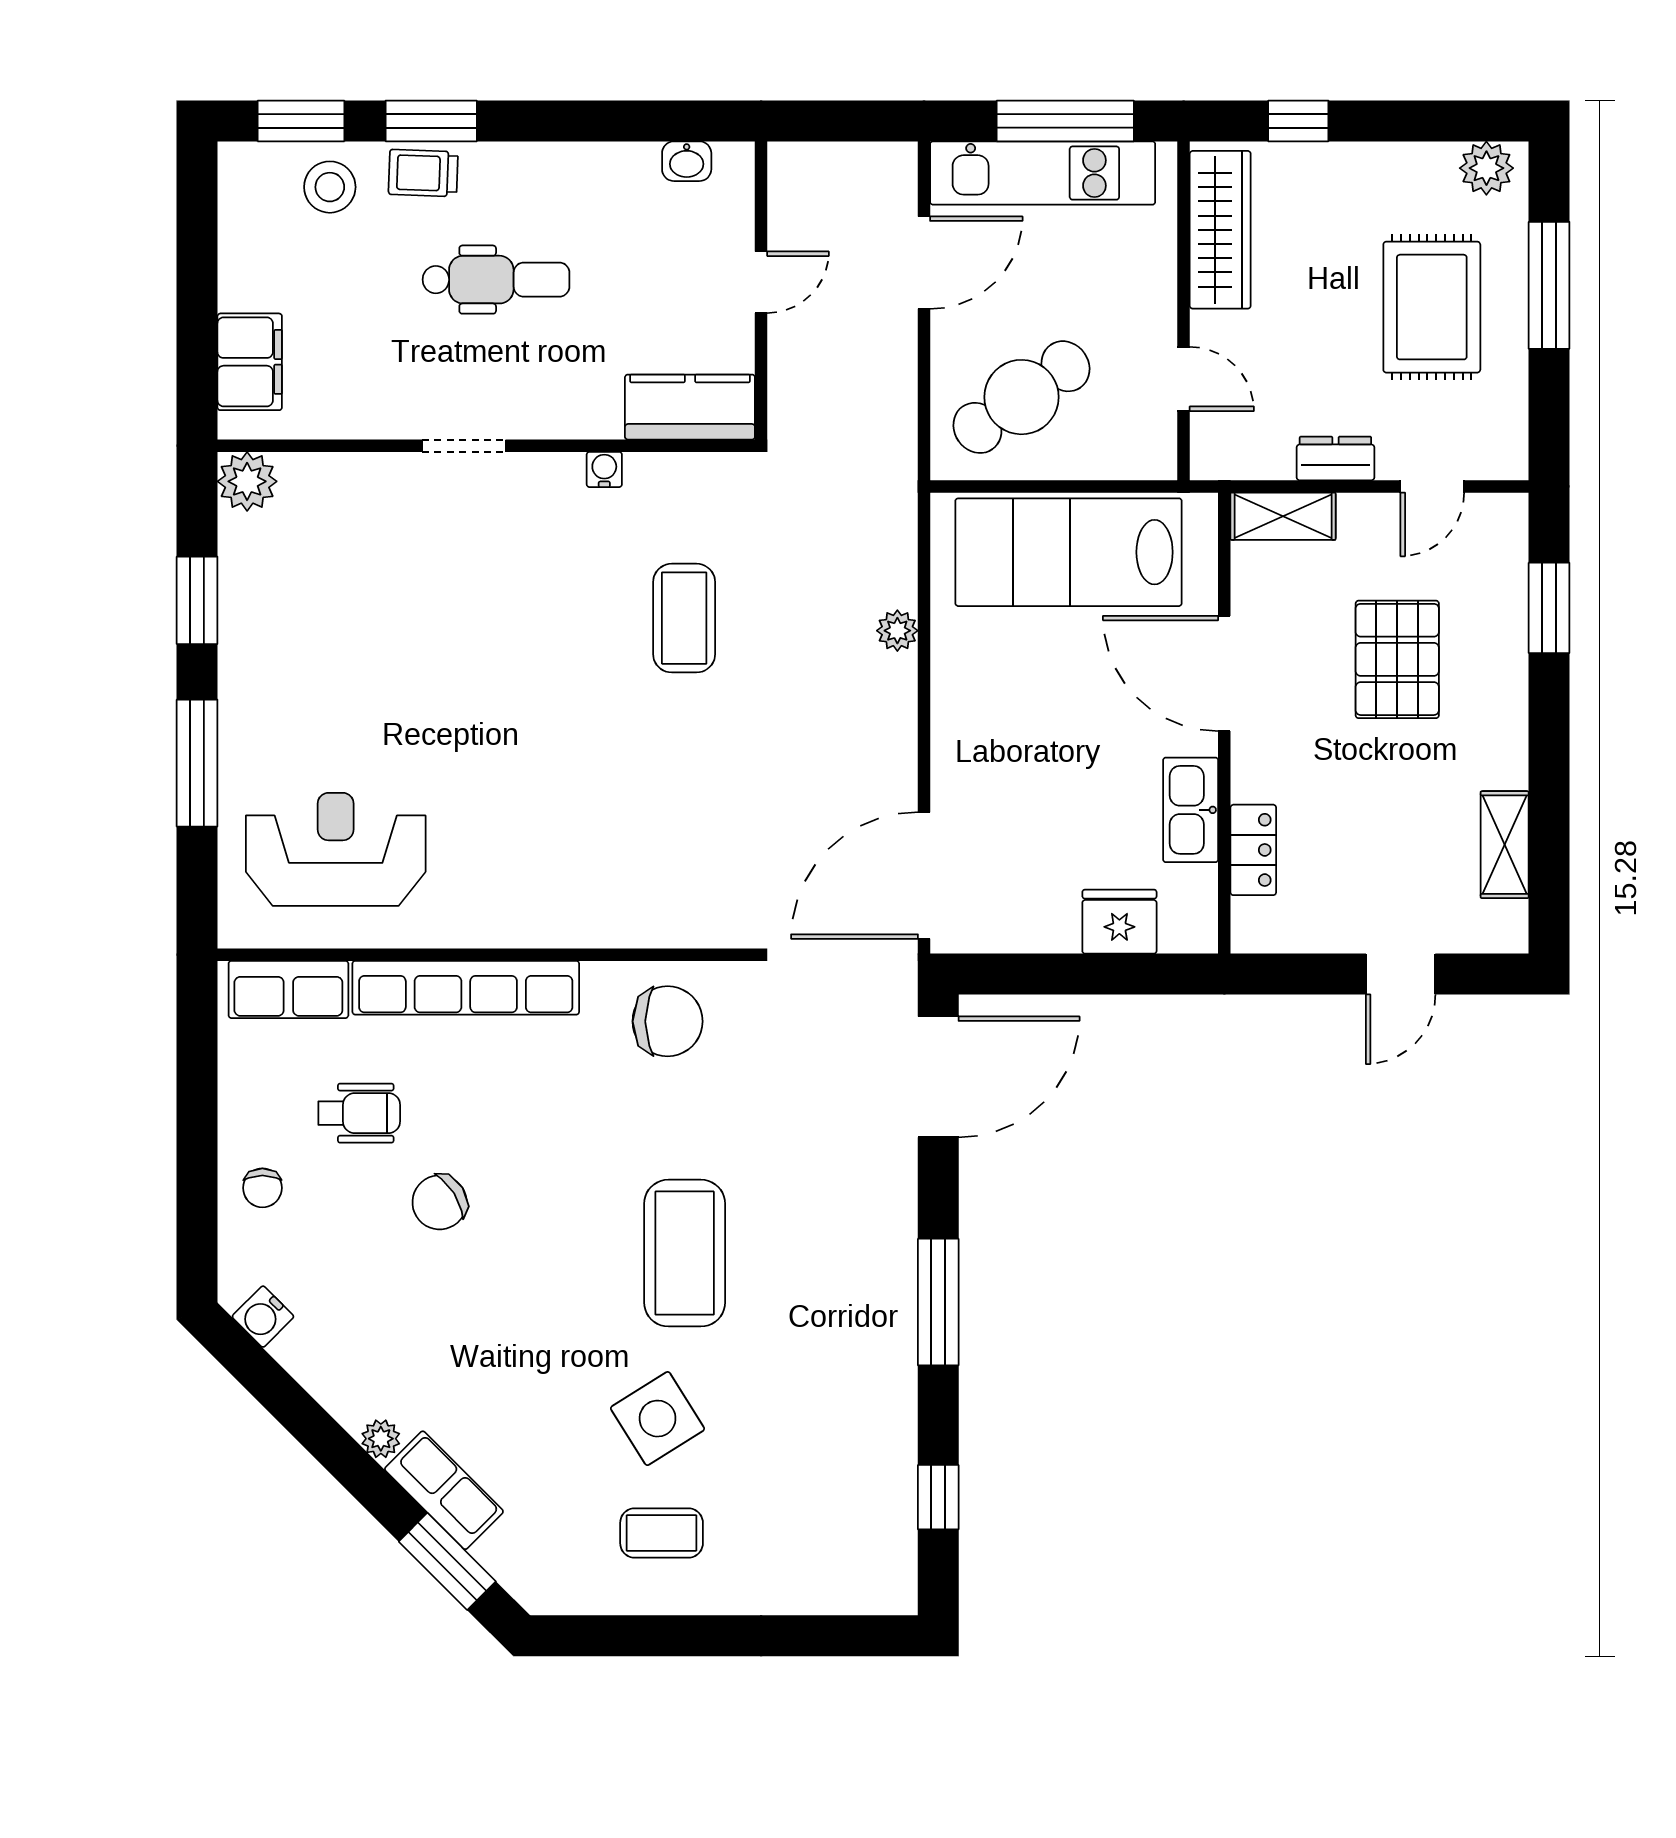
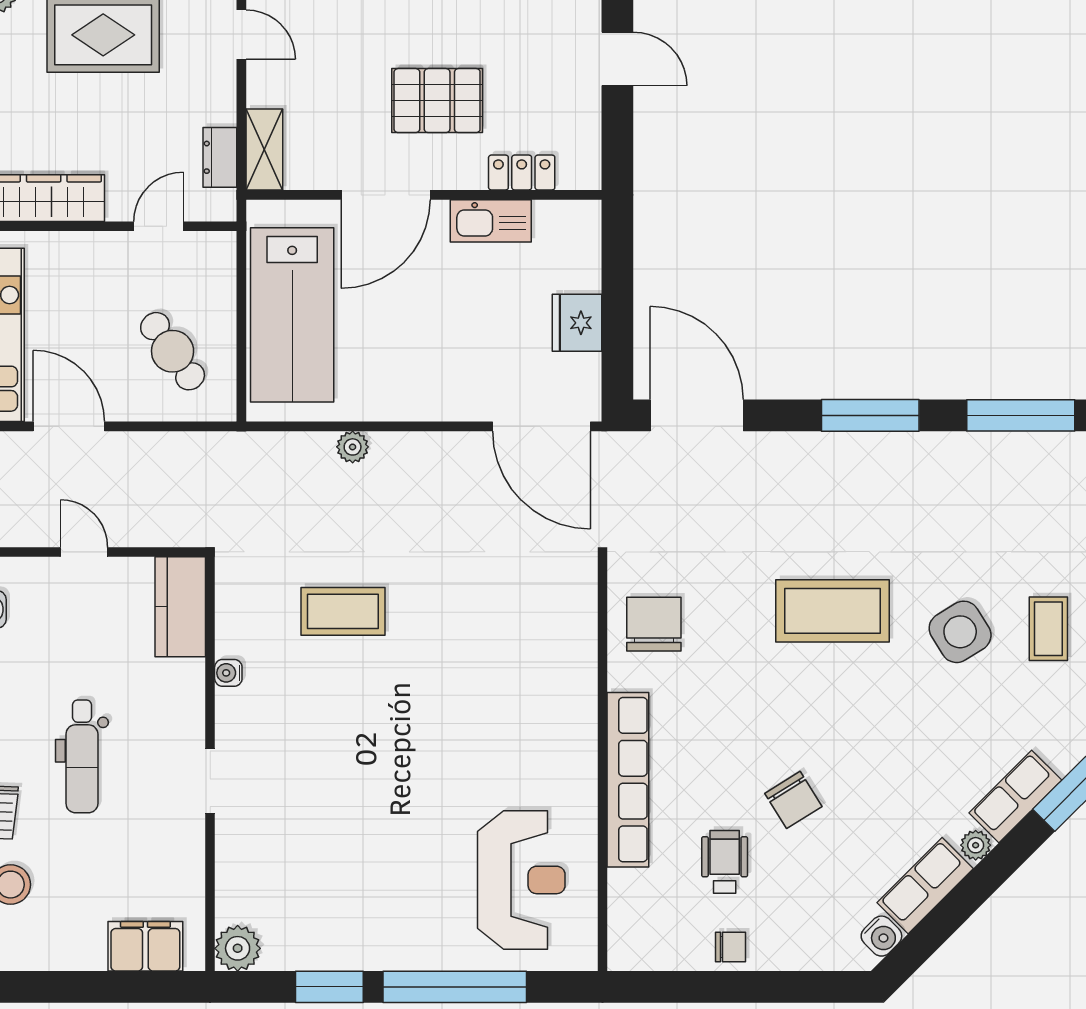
dental chair: (496, 280) -> (82, 756), turned 180
cafe table: (1021, 397) -> (173, 351), width x0.73, depth x0.74
dresser: (1335, 458) -> (220, 157), moved
pallet: (1397, 659) -> (437, 101), moved
window: (197, 763) -> (455, 987), width x1.46
reception desk: (336, 849) -> (521, 880), turned 180
fridge: (1119, 922) -> (577, 323), moved
row of seats: (288, 989) -> (925, 886), moved, turned -135
chair: (262, 1188) -> (730, 947), moved
window: (938, 1497) -> (1021, 415), width x2.17

